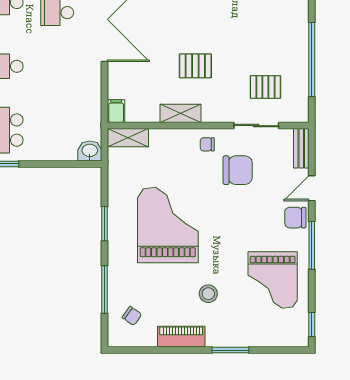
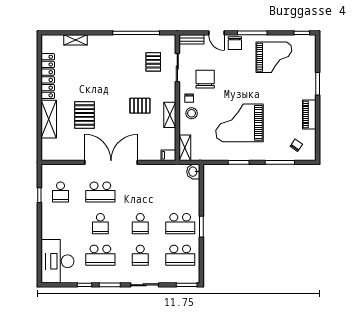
pallet: (195, 66) -> (140, 106), turned 90
stool: (208, 294) -> (192, 113), moved

